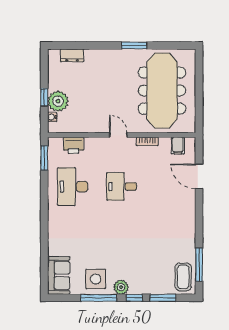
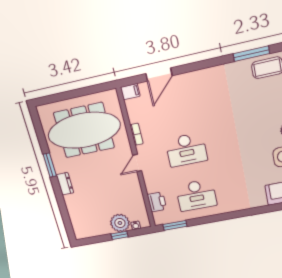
dresser: (72, 55) -> (65, 184), moved
filing cabinet: (178, 146) -> (130, 92), moved
desk: (122, 187) -> (186, 150), width x1.37

